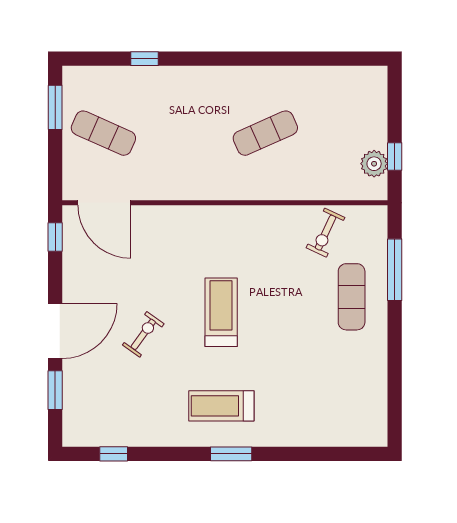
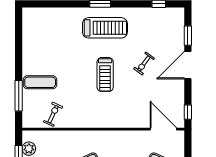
exercise mat: (352, 297) -> (40, 82), turned 90
treadmill: (221, 406) -> (105, 28), width x1.37, depth x1.38

